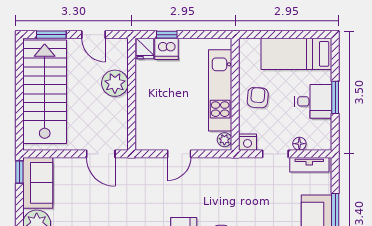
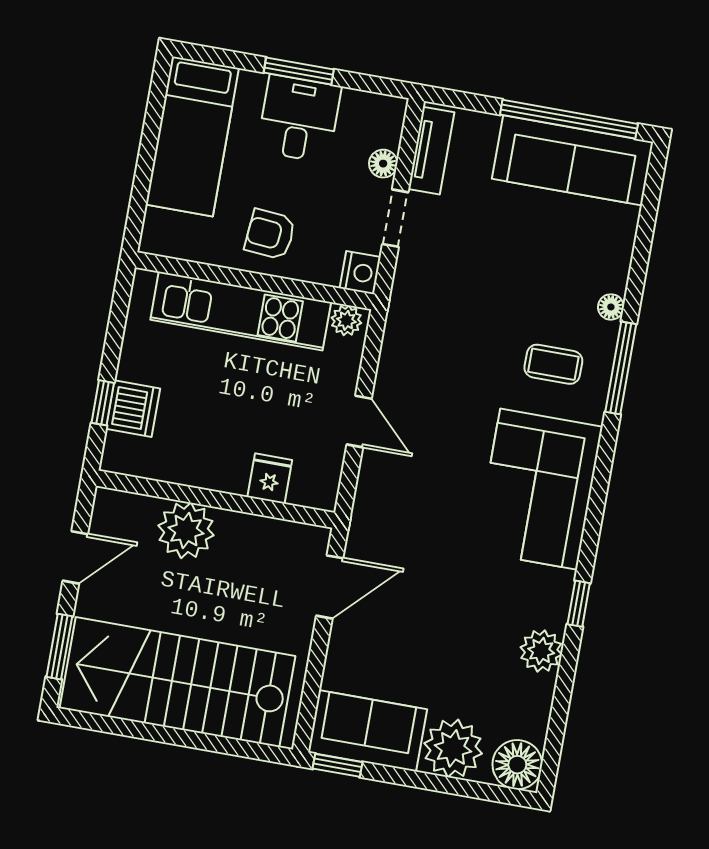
fridge: (145, 48) -> (270, 479), moved, turned -90

